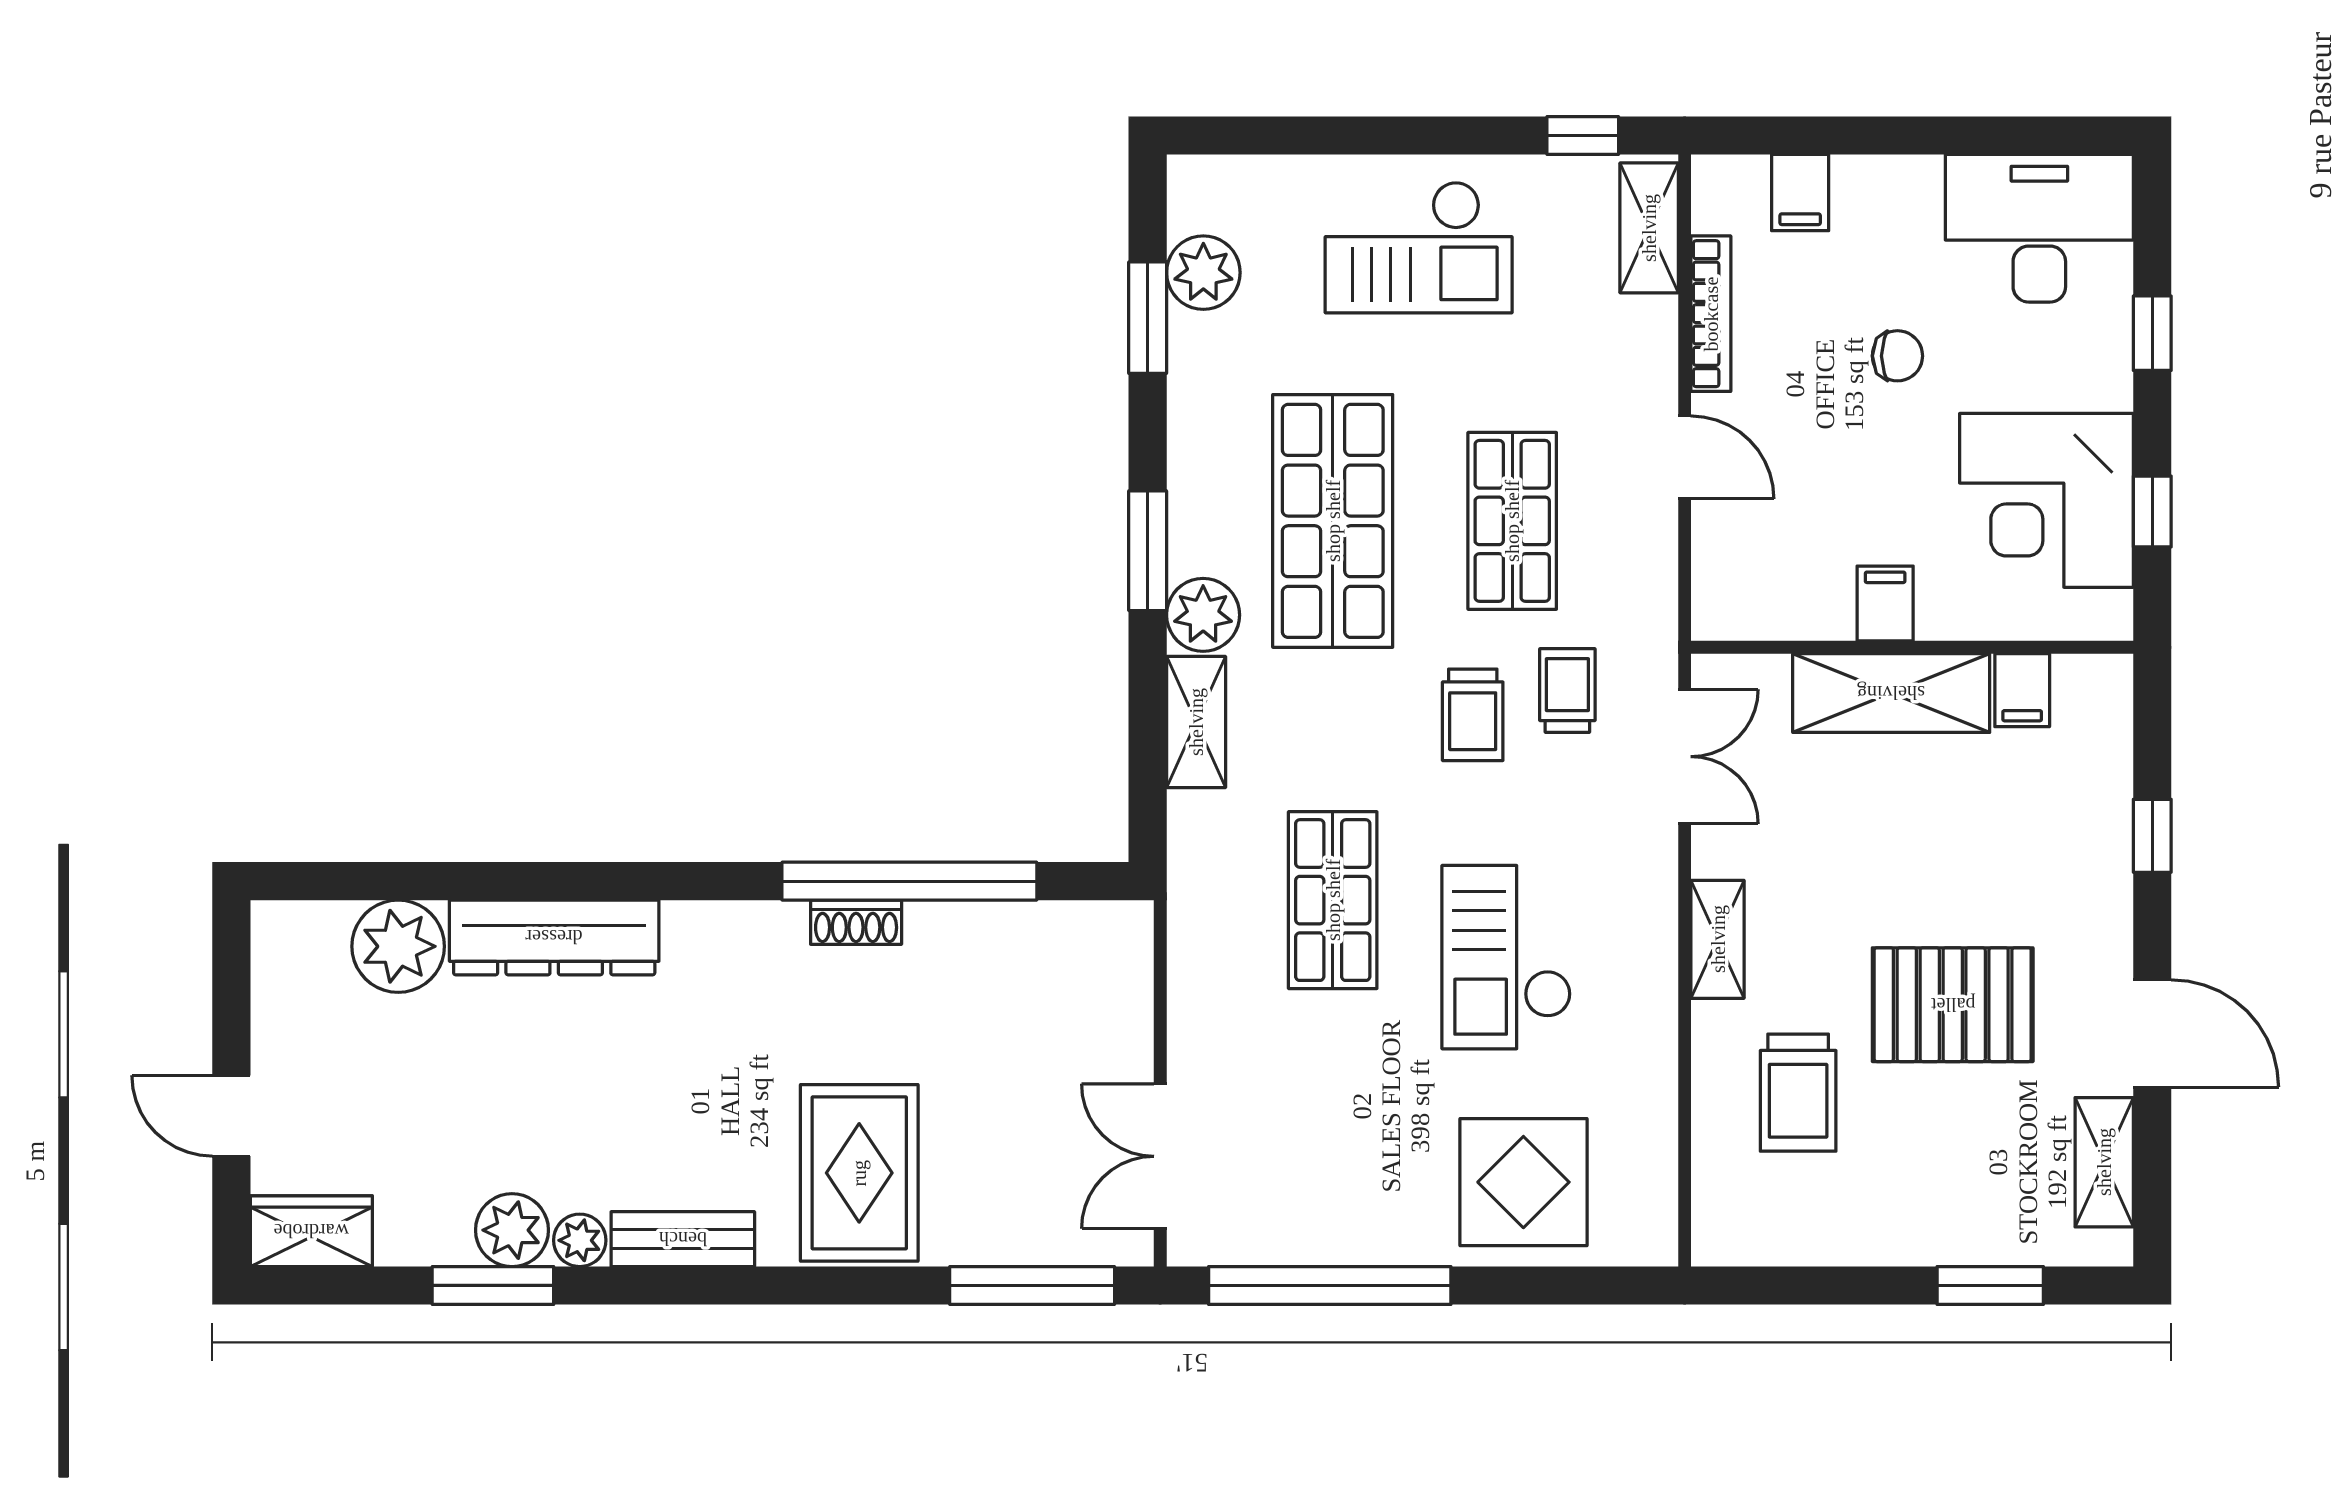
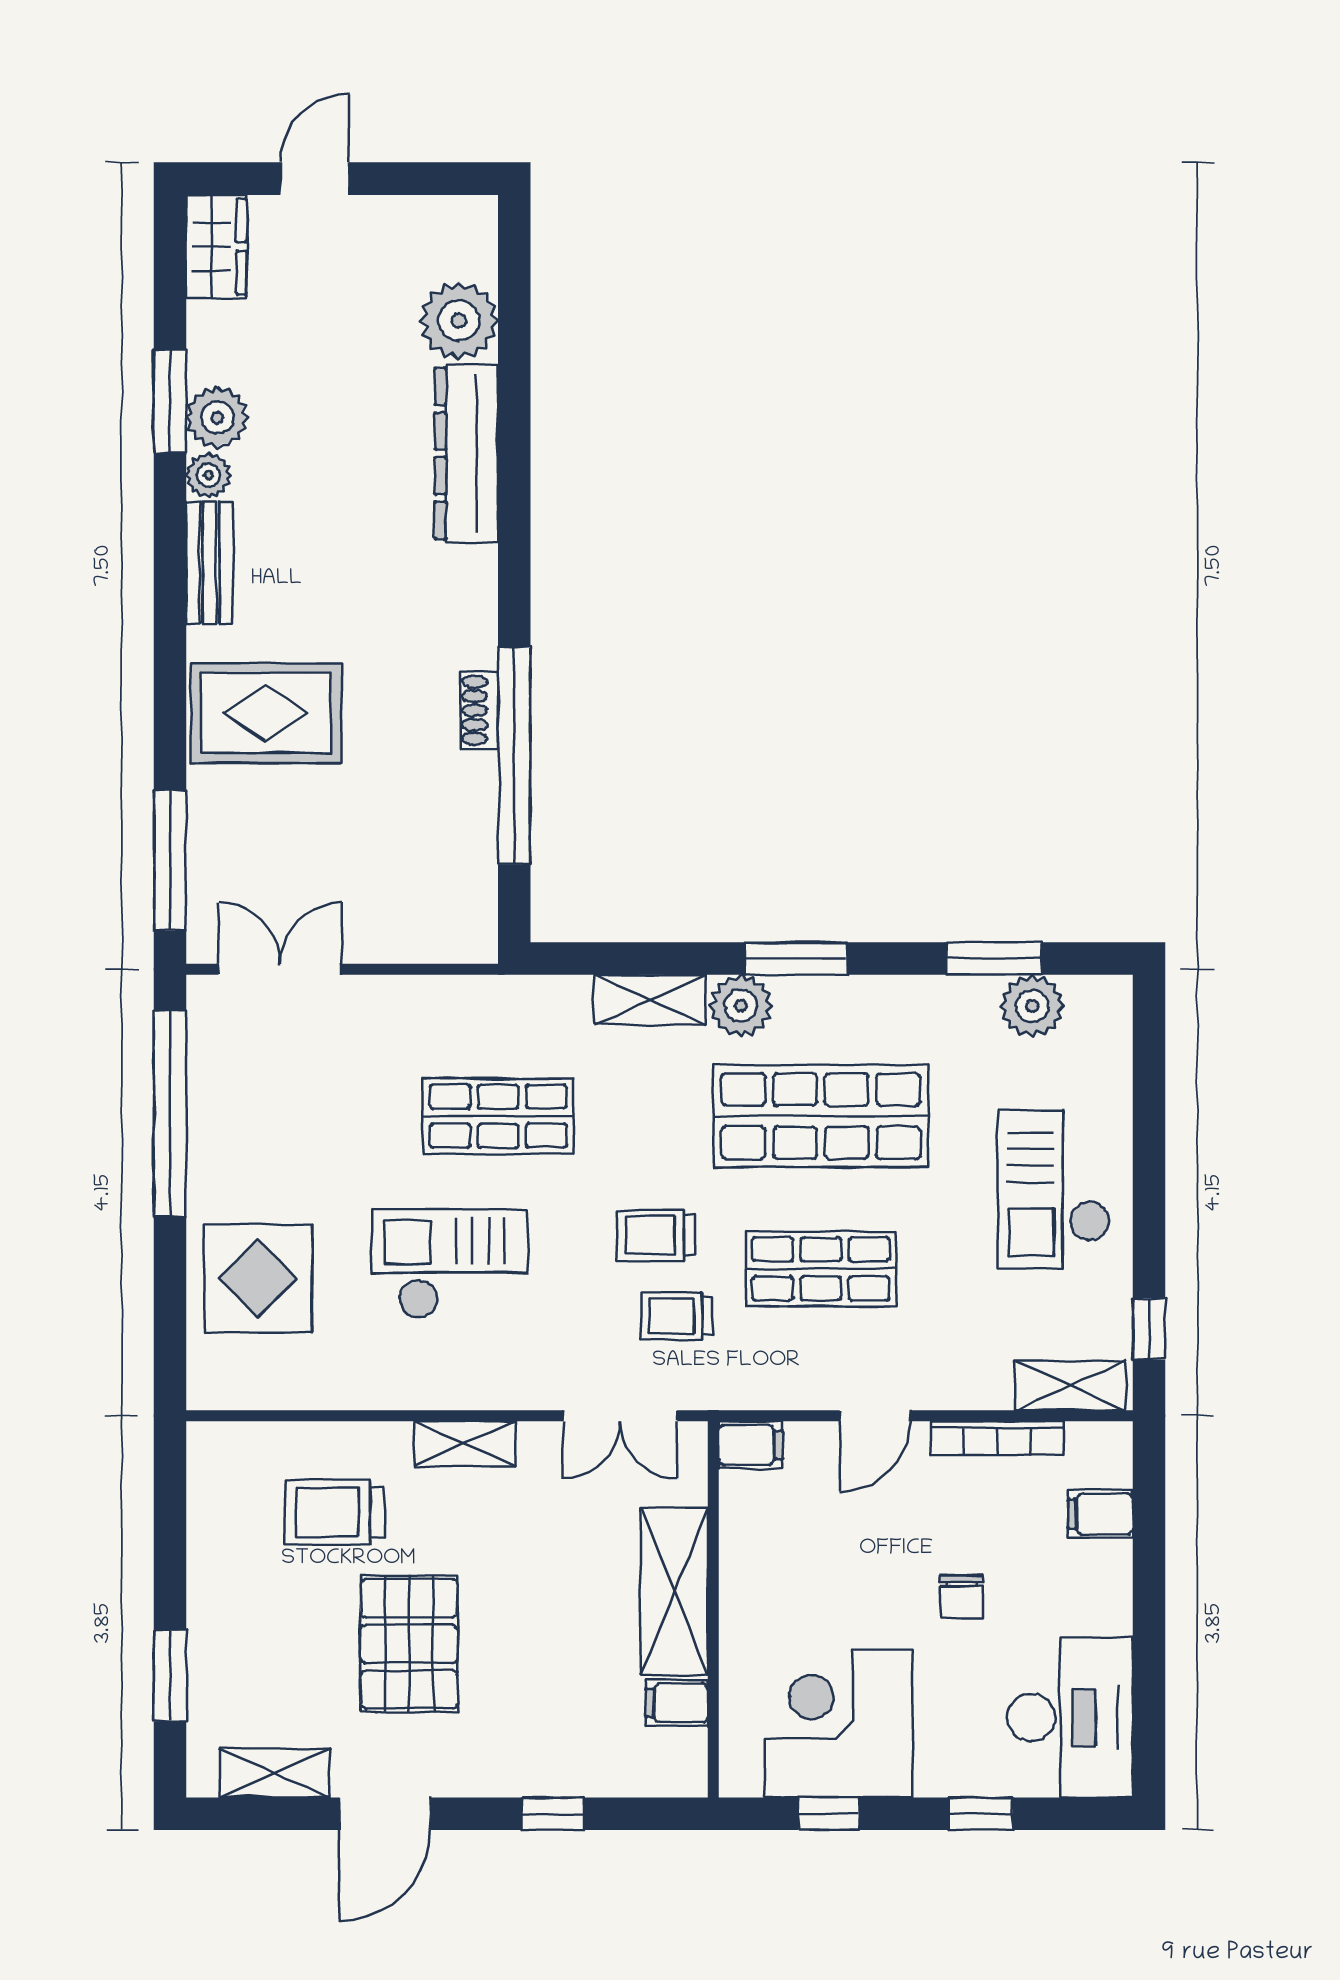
filing cabinet: (1885, 604) -> (751, 1445), moved
trolley: (1567, 690) -> (677, 1316), turned 180

